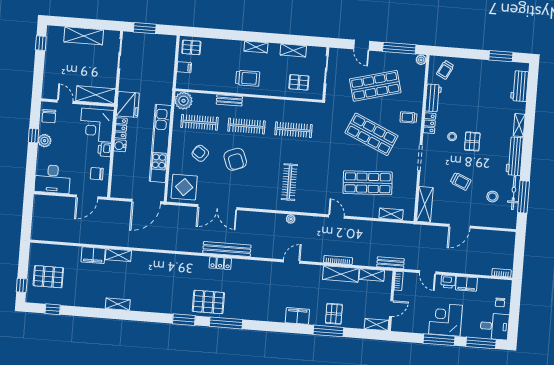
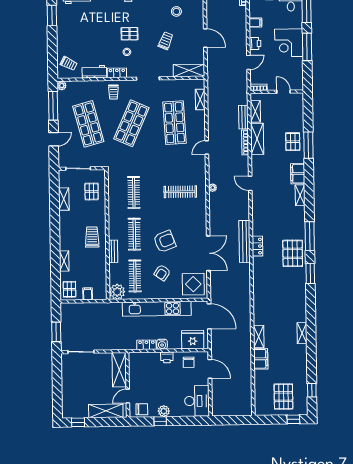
shelving: (84, 36) -> (106, 411), moved, turned 90
shelving: (256, 47) -> (64, 261), moved
fridge: (128, 104) -> (193, 340), moved
corner desk: (97, 125) -> (146, 366), removed
bench: (390, 263) -> (243, 117), moved
filing cabinet: (466, 284) -> (255, 23), width x0.50
pallet: (334, 314) -> (293, 142), turned 90
shelving: (377, 325) -> (300, 195), moved

